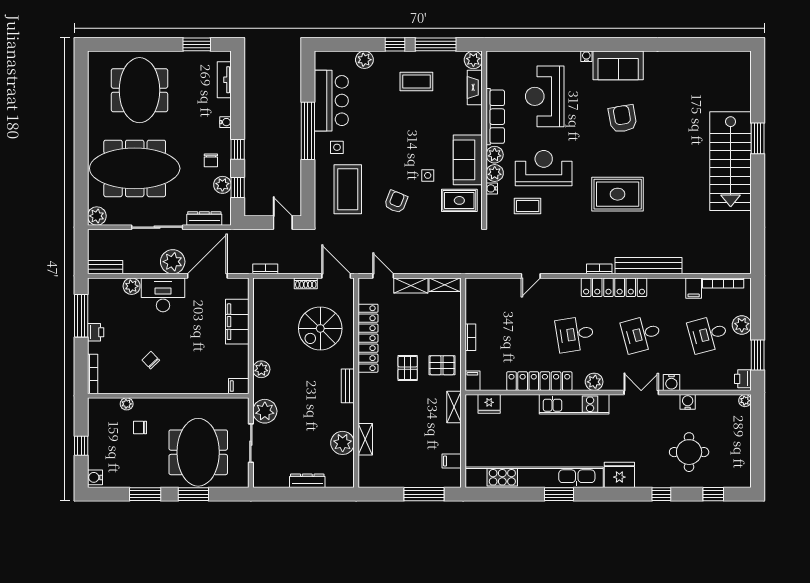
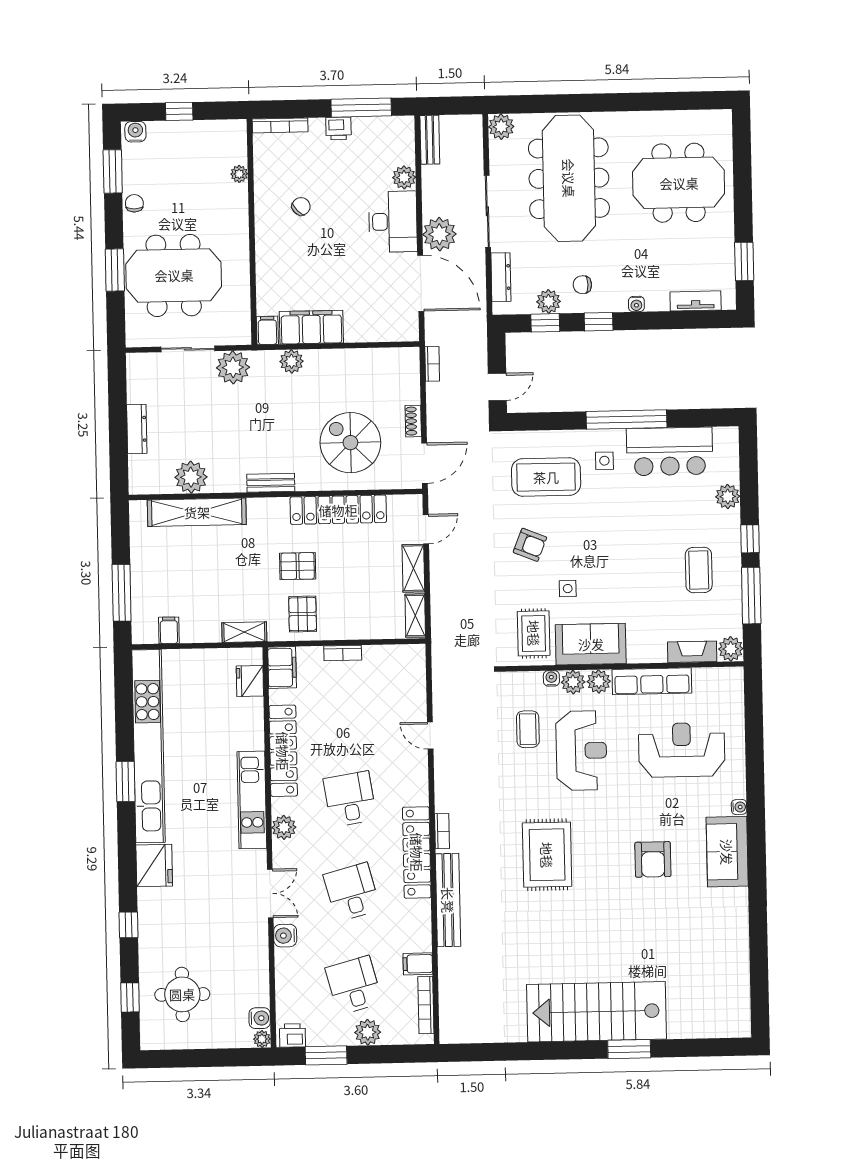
armchair: (623, 119) -> (653, 859), turned 100
filing cabinet: (237, 322) -> (311, 327), moved
filing cabinet: (472, 381) -> (282, 667), width x2.00
water cooler: (688, 402) -> (260, 1018), moved
chair: (140, 427) -> (134, 203), moved
shelving: (365, 439) -> (197, 512), width x2.20, depth x1.33
round table: (689, 452) -> (182, 994), moved
window: (145, 494) -> (113, 171), moved

